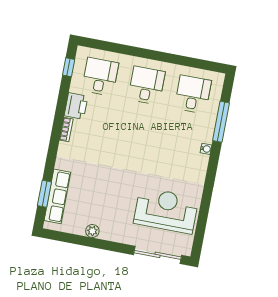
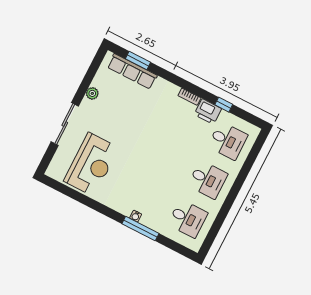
window: (69, 67) -> (224, 105), moved
window: (221, 122) -> (140, 229), moved
sliding door: (158, 255) -> (65, 124), moved

